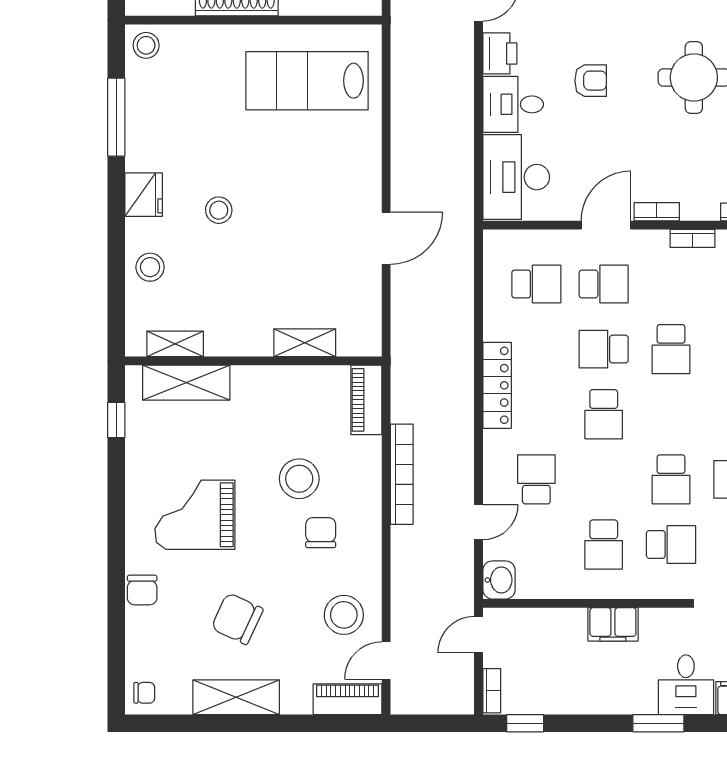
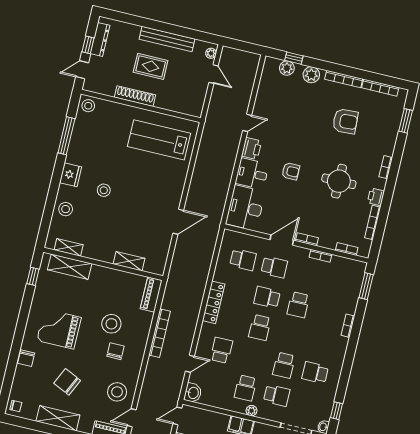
plant: (627, 588) -> (252, 411), added

